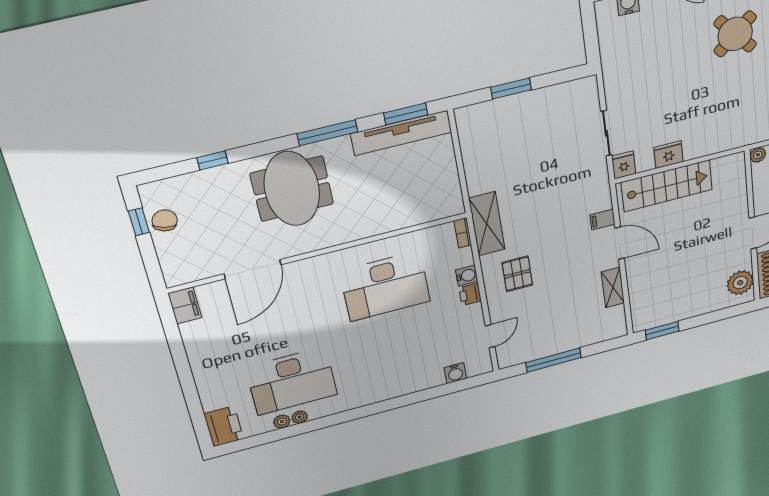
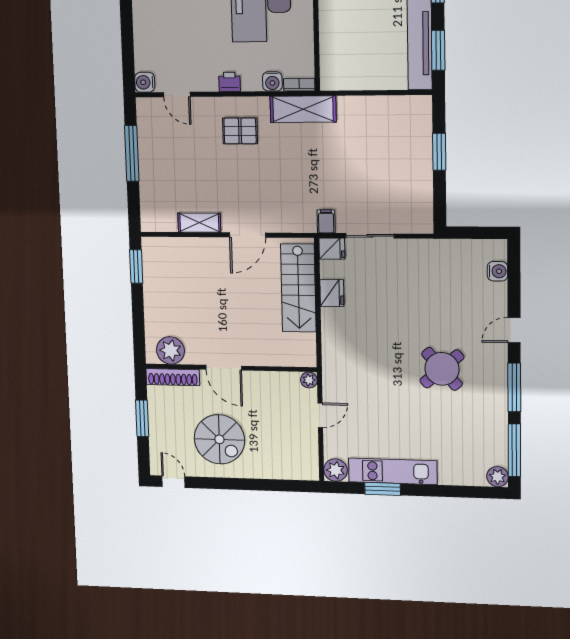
filing cabinet: (602, 220) -> (326, 221), moved
water cooler: (467, 276) -> (272, 81), moved
water cooler: (455, 373) -> (145, 82), moved

